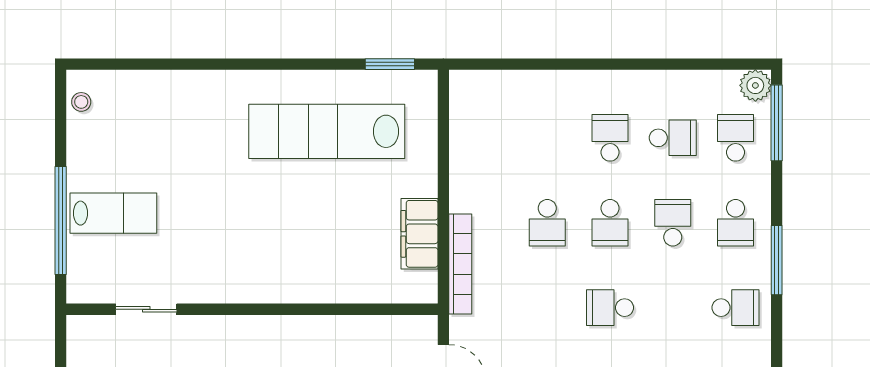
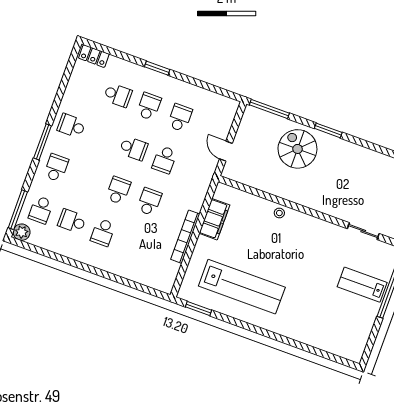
stool: (81, 102) -> (279, 213), moved
school desk: (673, 223) -> (165, 160), moved
bookcase: (460, 264) -> (185, 237), moved

